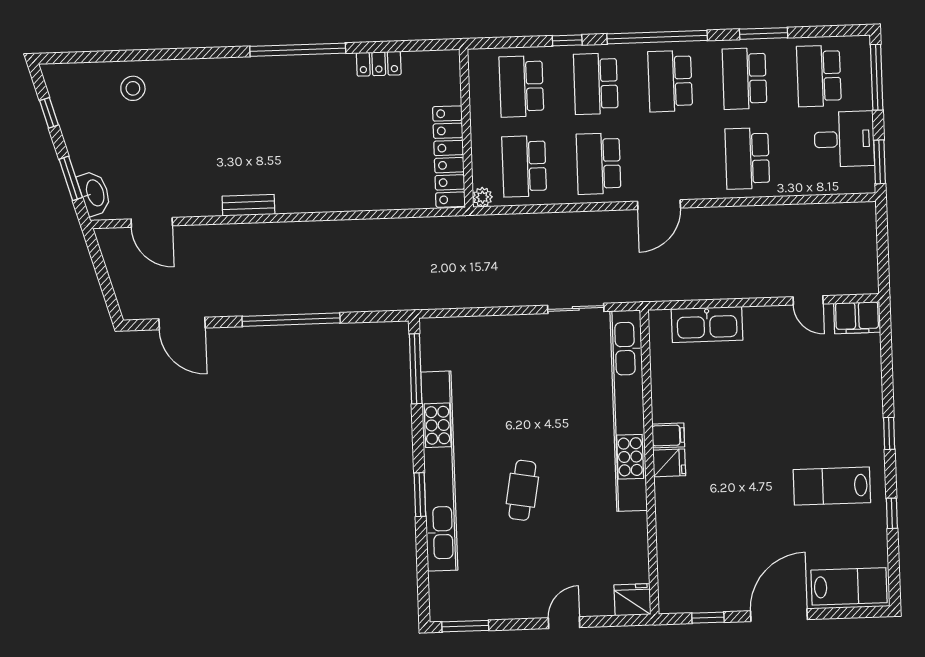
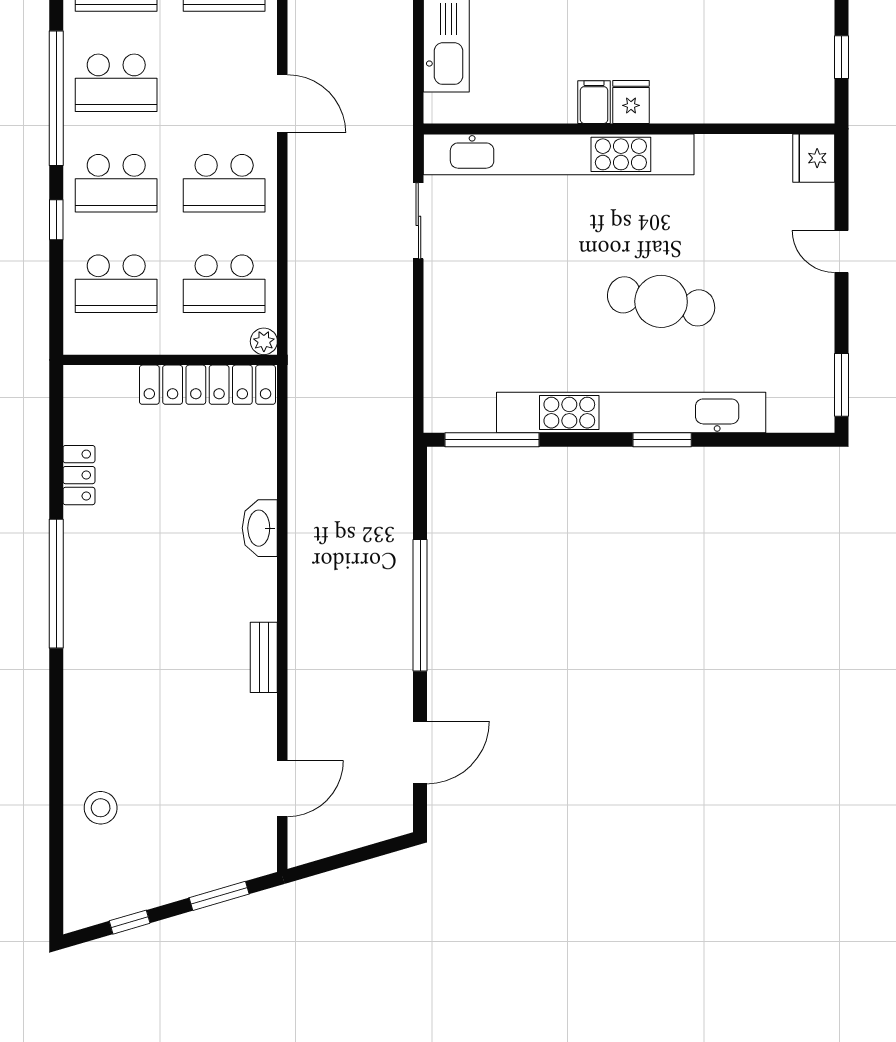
washbasin: (94, 193) -> (260, 528), moved, turned -74
cafe table: (522, 490) -> (661, 301), width x1.37, depth x1.35

